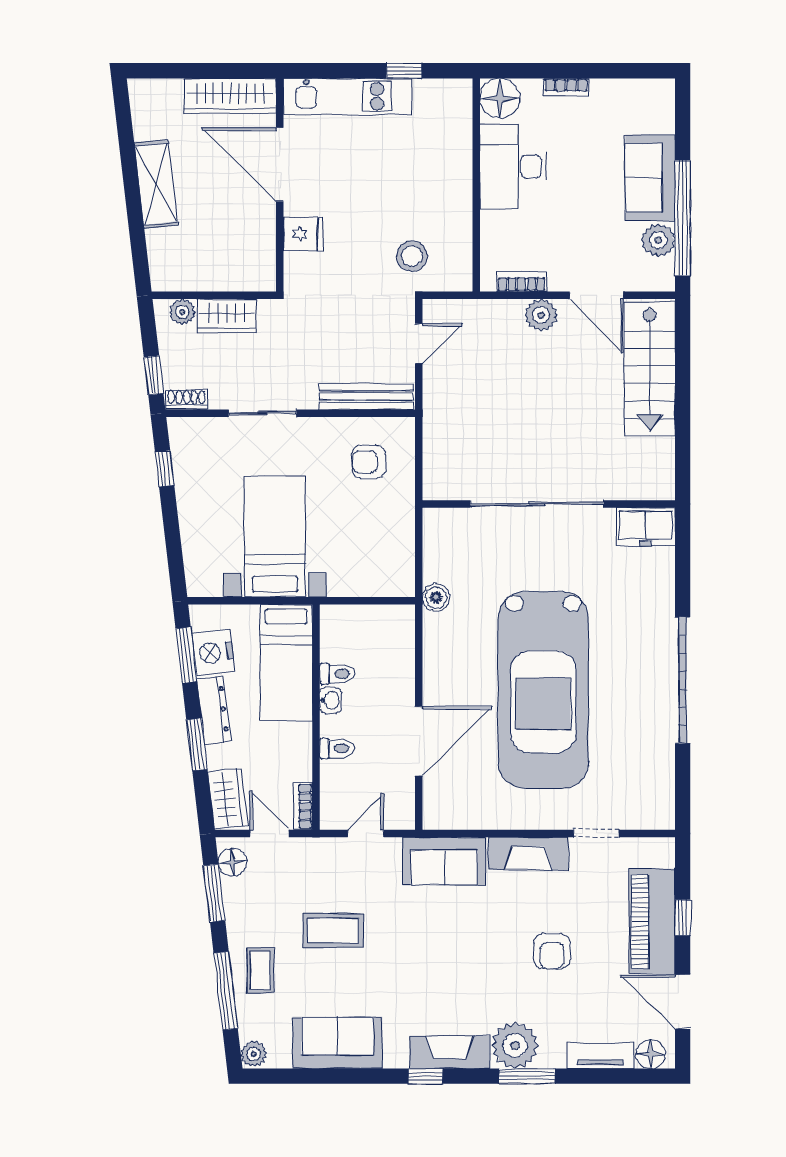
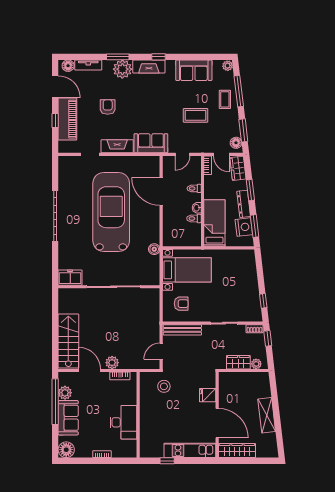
floor lamp: (500, 98) -> (66, 450), moved
bed with nightstands: (275, 537) -> (187, 270), moved, turned -90
door: (419, 741) -> (161, 191), hinge flipped

